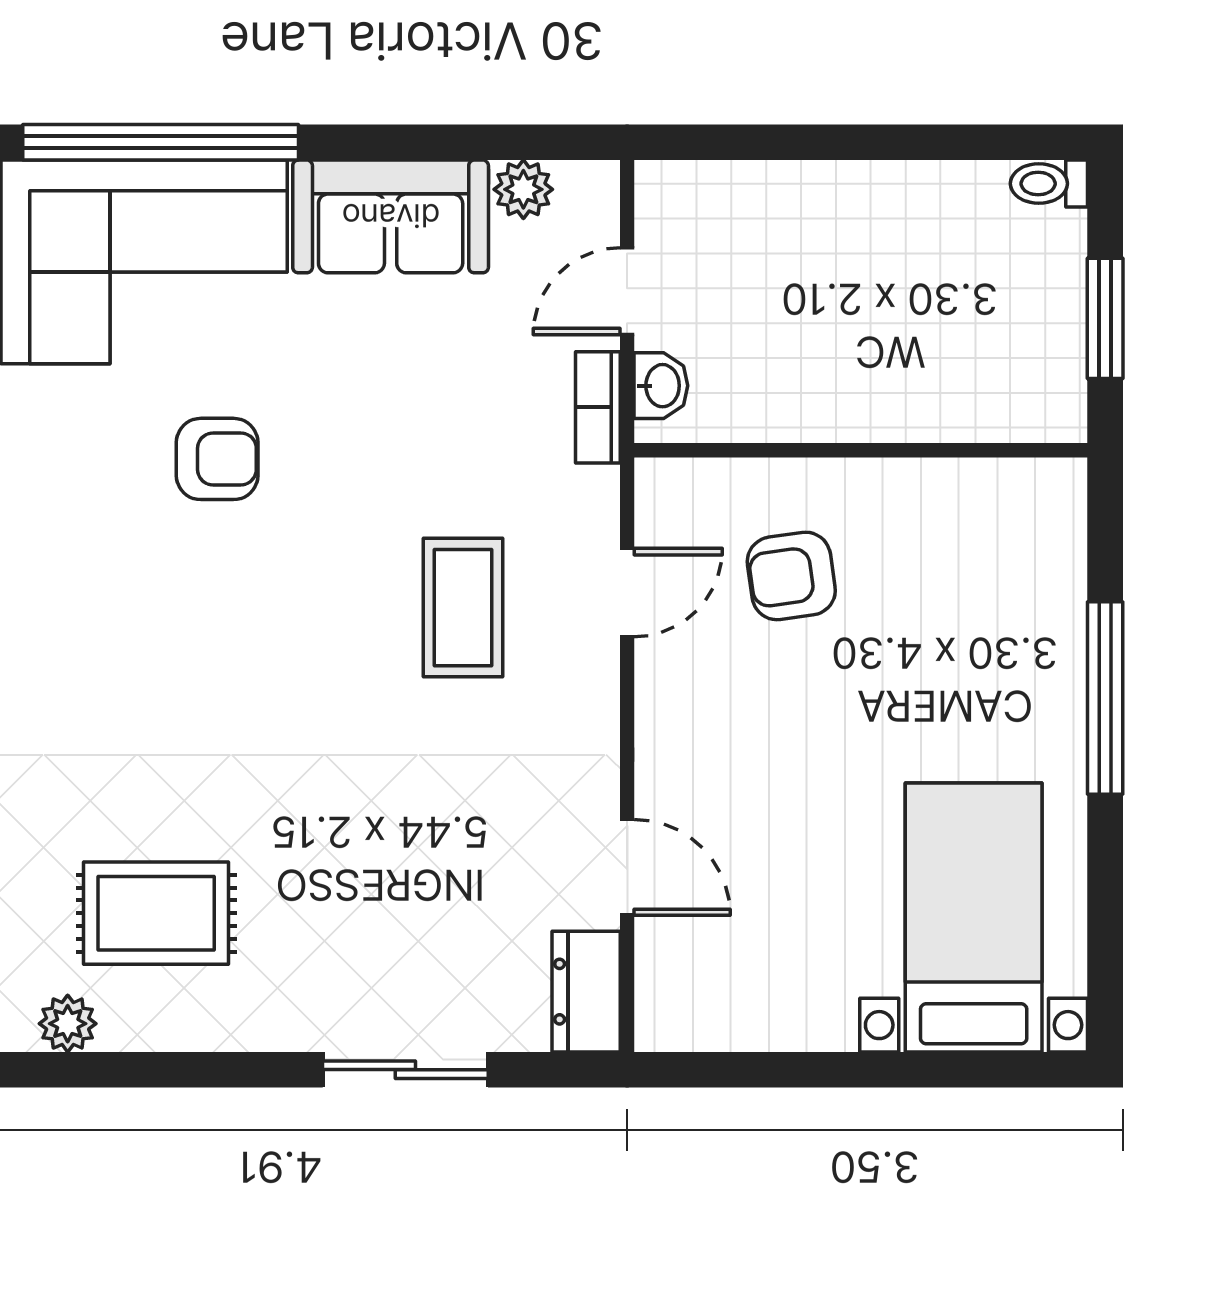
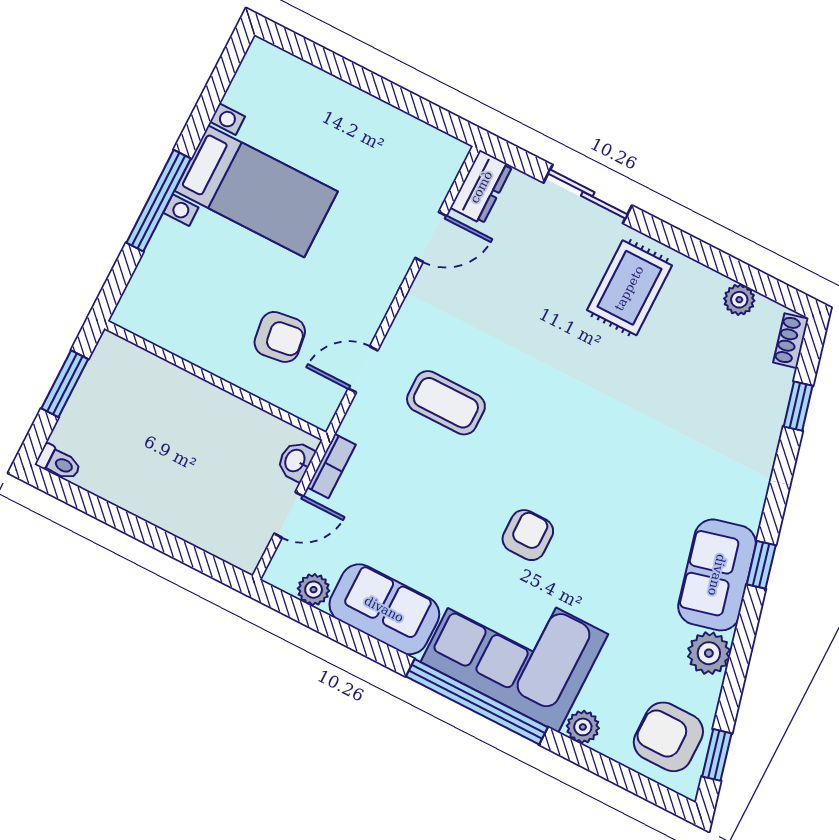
armchair: (217, 459) -> (528, 535), turned 90
coffee table: (463, 608) -> (446, 403), turned 90
door: (627, 867) -> (431, 237), swing flipped
rug: (156, 913) -> (629, 288), moved, turned 90
bed with nightstands: (974, 917) -> (256, 191), moved, turned -90

